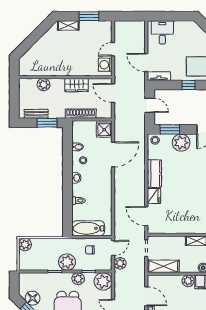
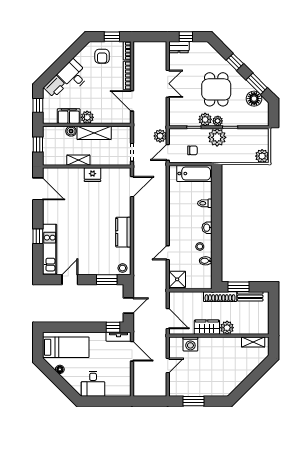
shelving: (68, 25) -> (253, 342), moved
desk: (162, 32) -> (93, 384), moved
washing machine: (105, 65) -> (190, 344), moved, turned 90
plant: (43, 85) -> (227, 328), moved
window: (188, 85) -> (113, 327), moved
door: (150, 105) -> (128, 305), swing flipped
shoe rack: (81, 114) -> (220, 297), moved
plant: (181, 143) -> (95, 265), removed
door: (113, 154) -> (168, 253), width x0.53
fridge: (154, 196) -> (92, 175), moved, turned -90
door: (146, 216) -> (132, 187), hinge flipped
shelving: (163, 266) -> (94, 133), moved
plant: (103, 281) -> (218, 121), moved, width x0.53, depth x0.53

